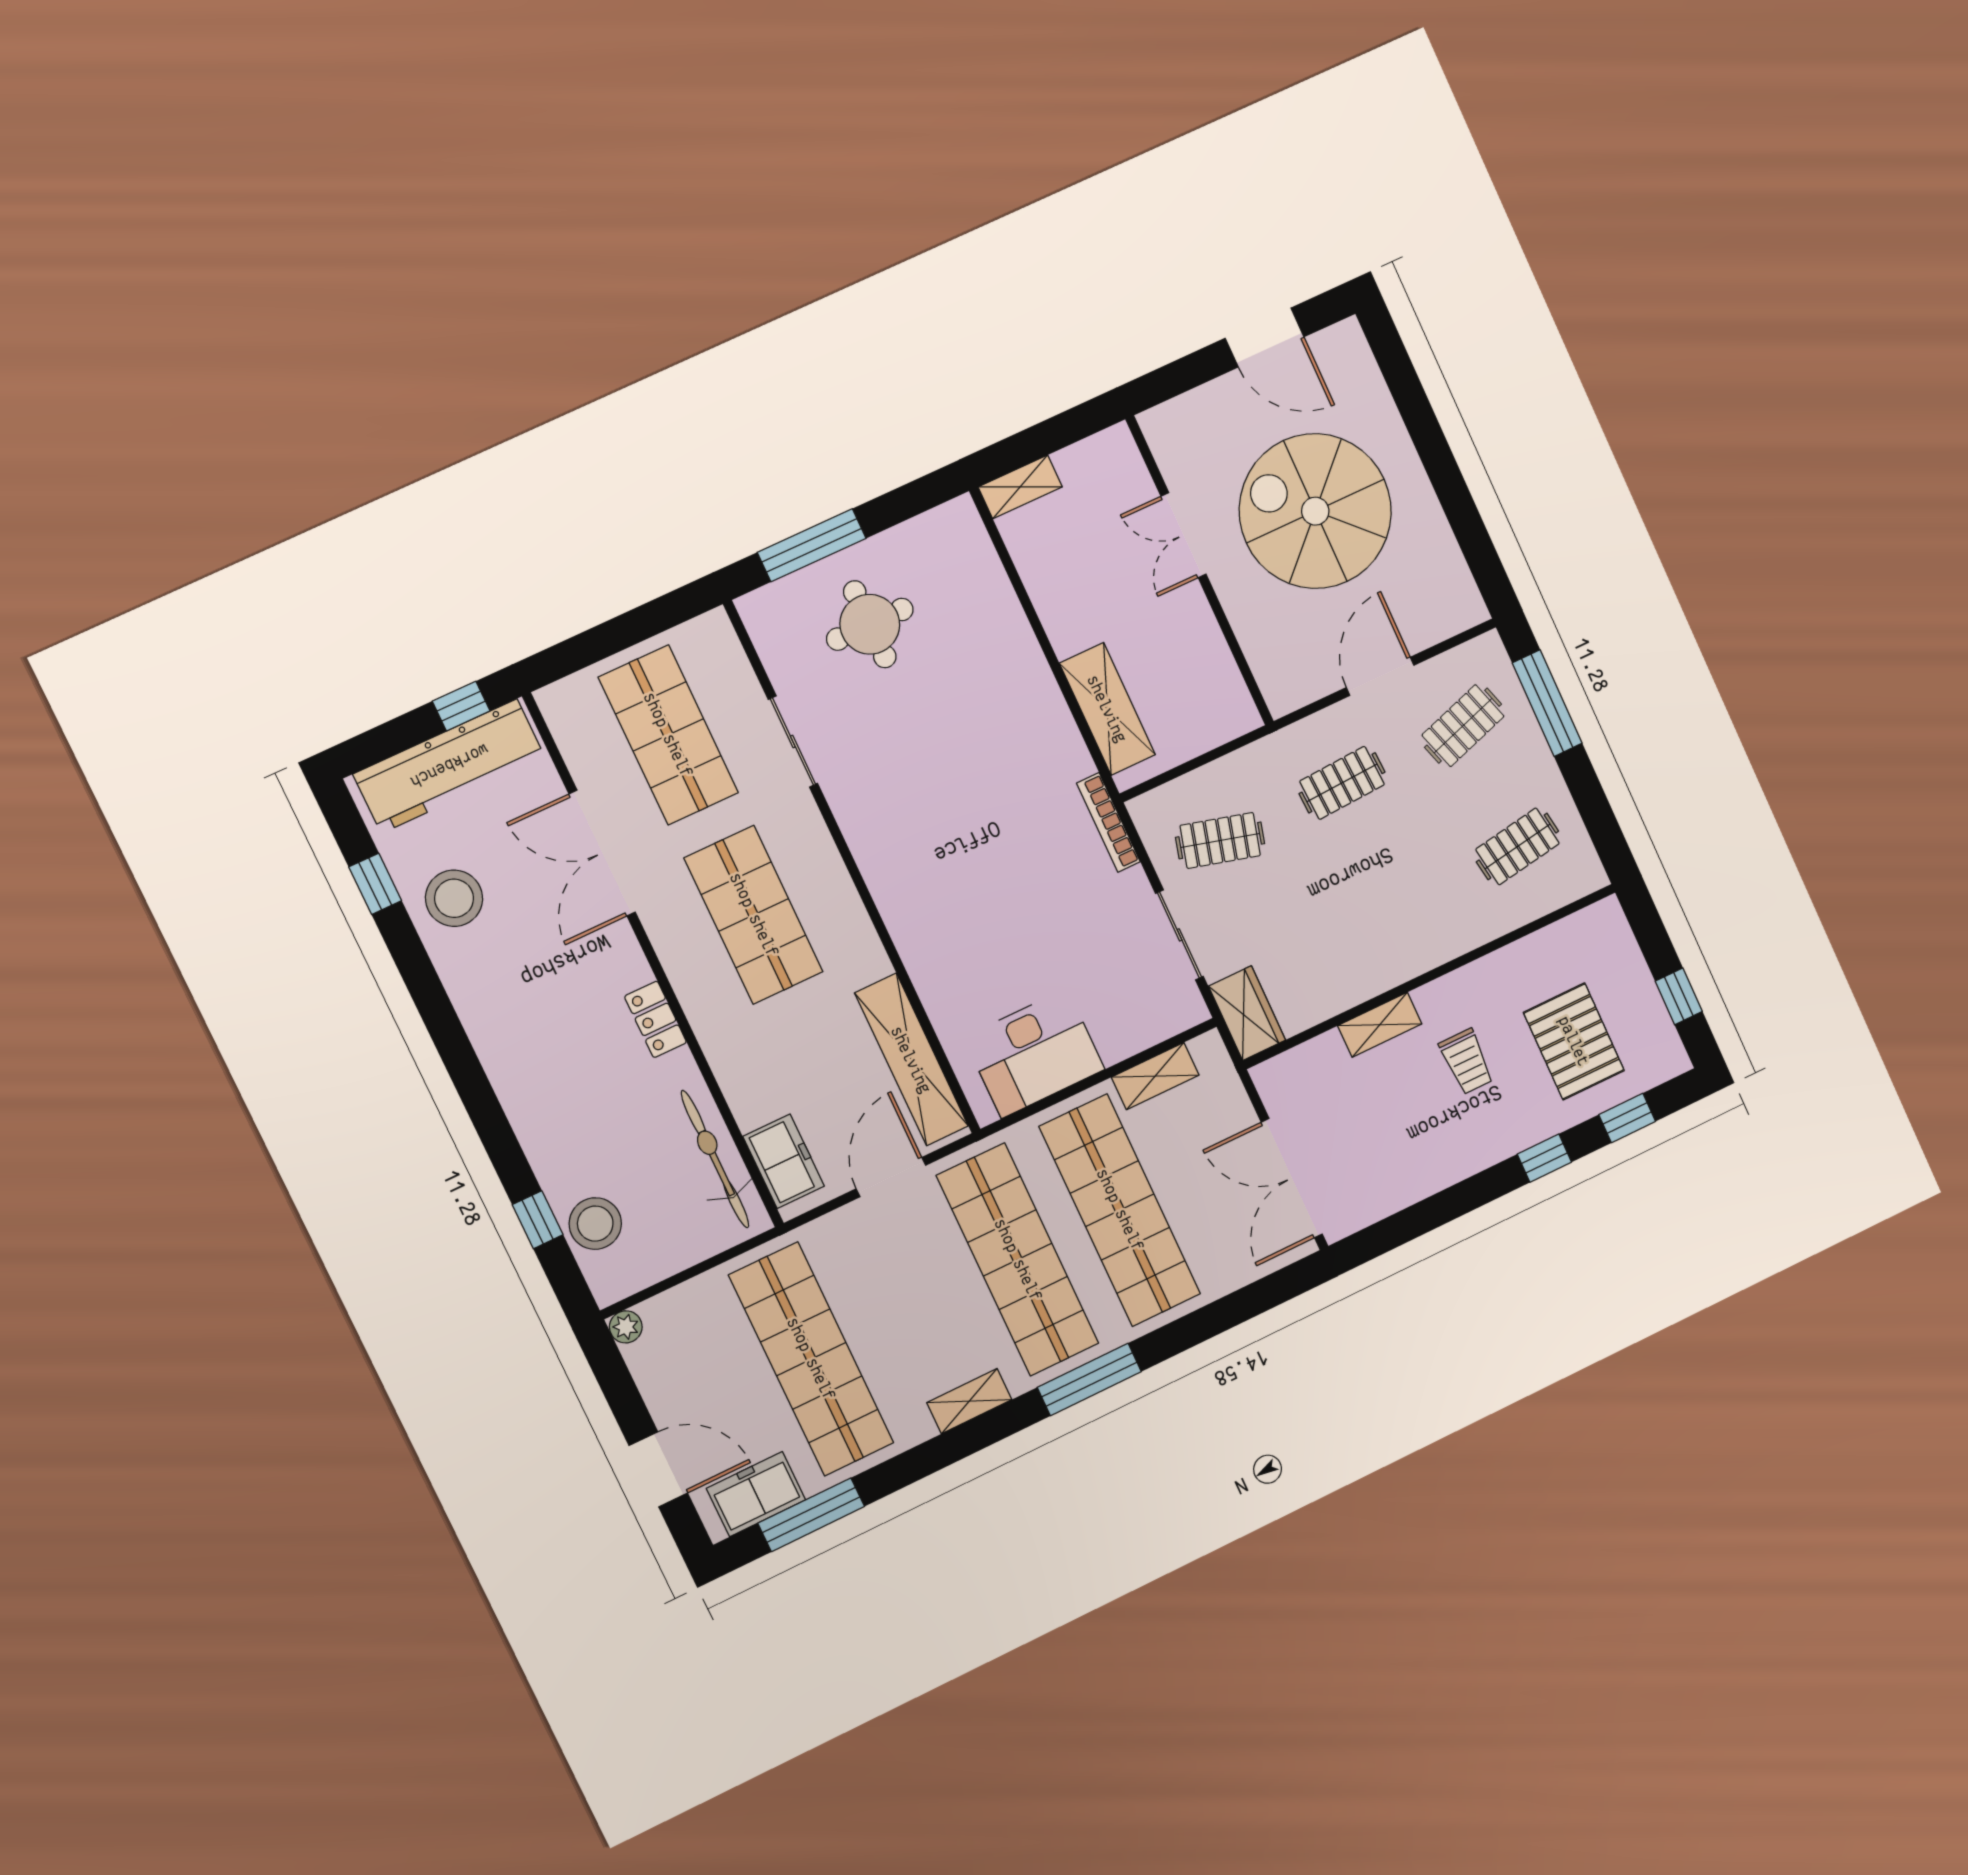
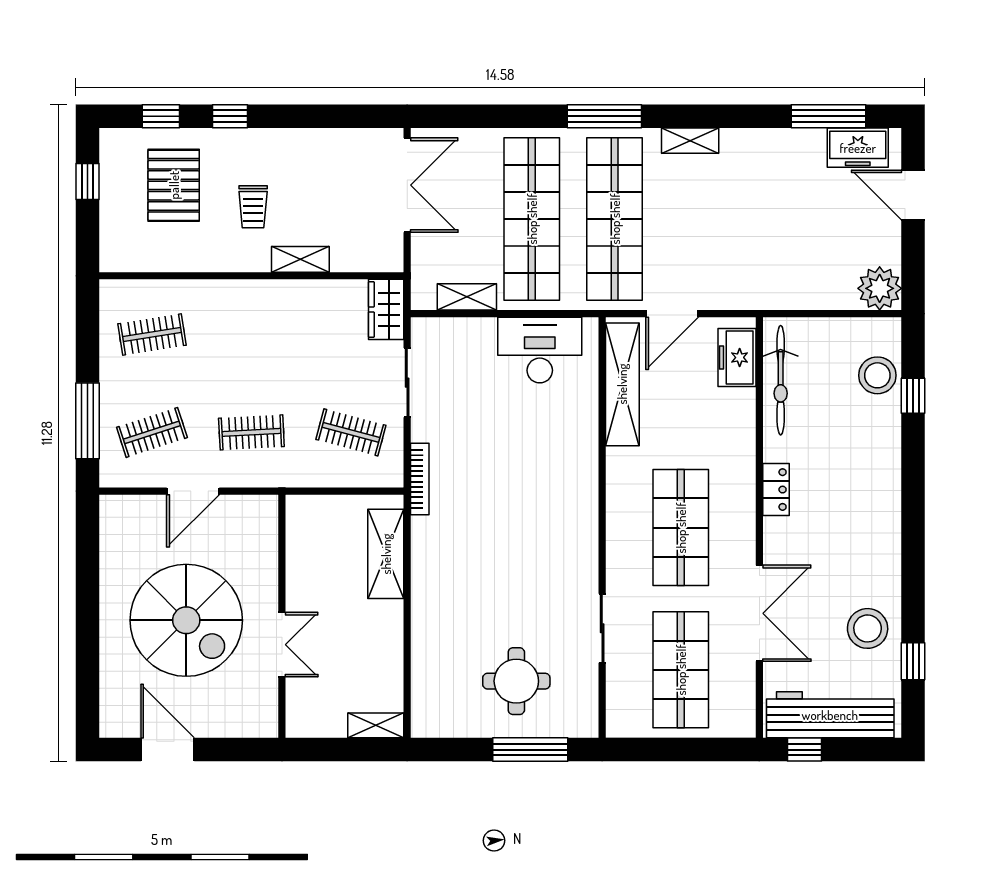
trolley: (1467, 1062) -> (253, 207), turned 180
plant: (626, 1327) -> (880, 288), width x1.87, depth x1.87
shop shelf: (811, 1359) -> (780, 219), removed

